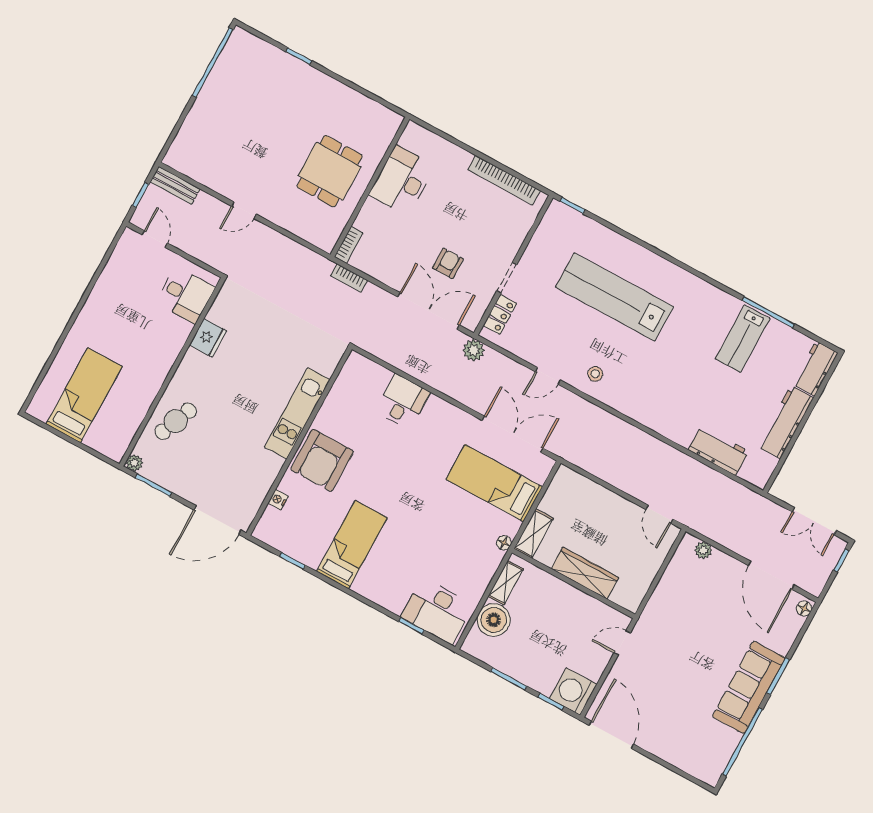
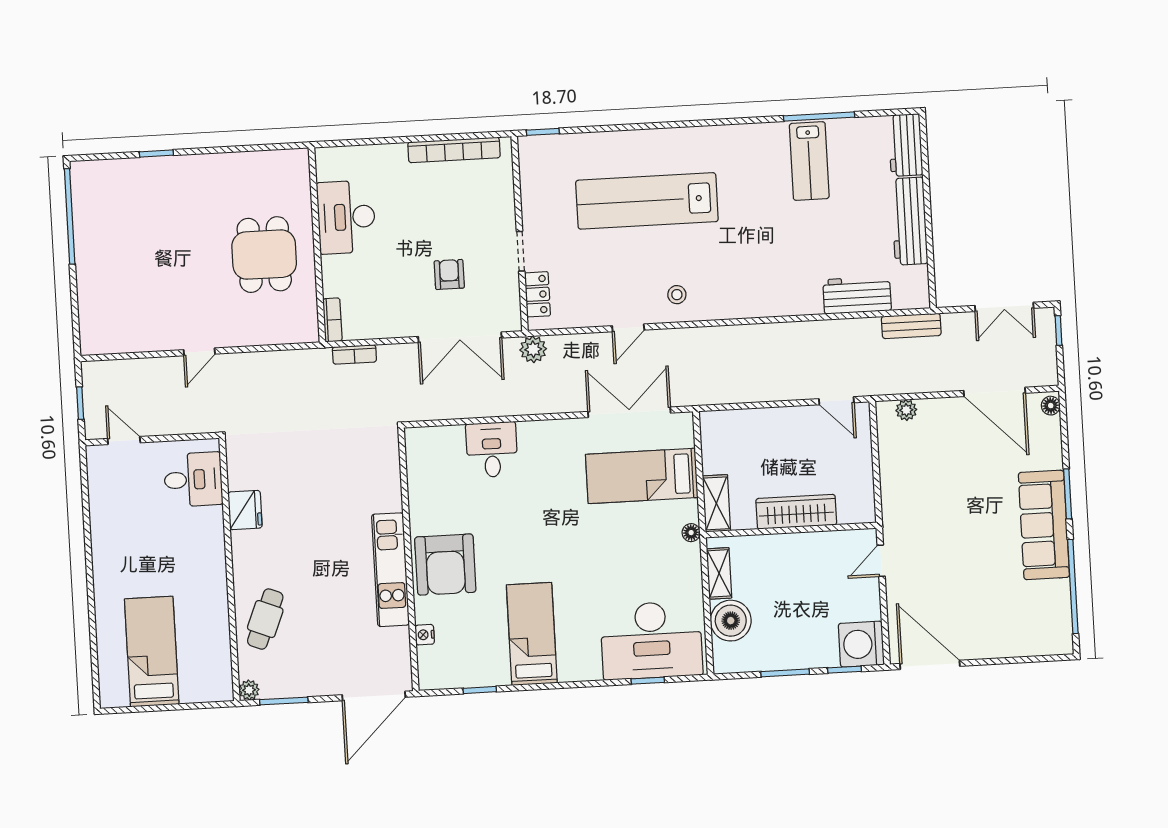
bench: (175, 185) -> (911, 326), moved
double door: (429, 311) -> (460, 337), swing flipped
kitchen unit: (297, 413) -> (390, 570), moved
desk: (437, 611) -> (651, 640), width x1.36, depth x1.30

